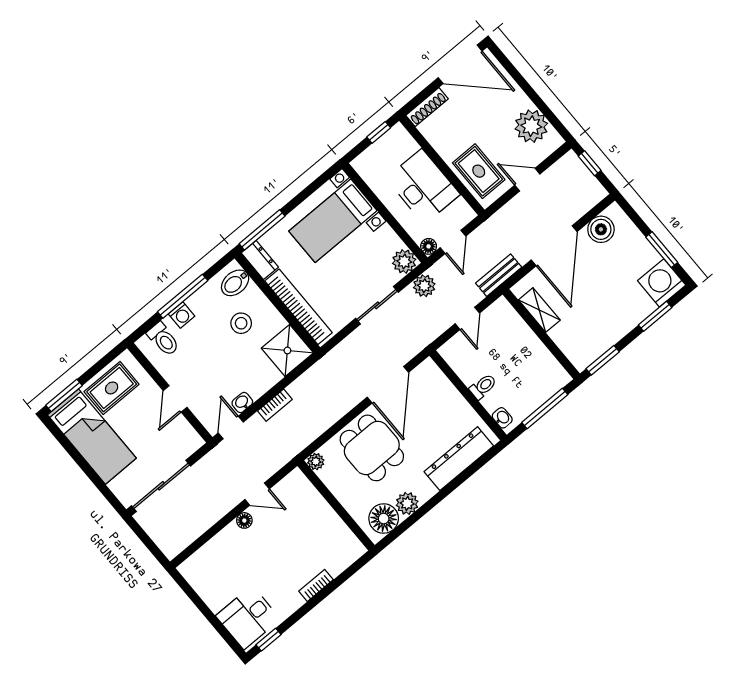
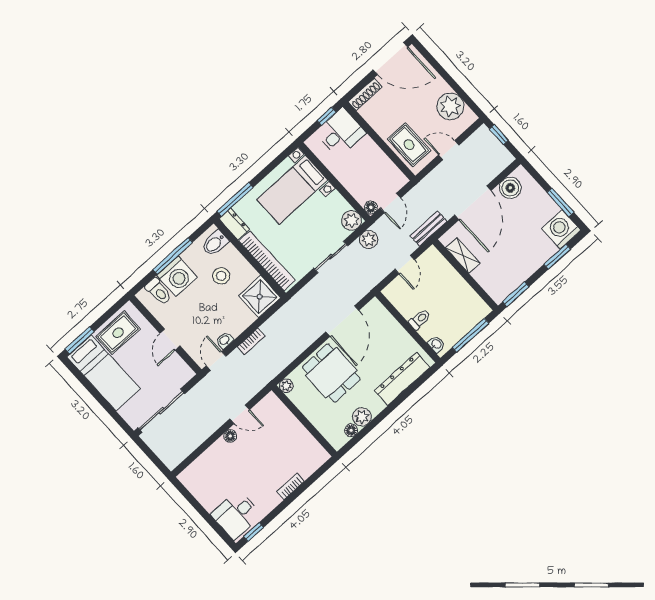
desk: (423, 186) -> (340, 133), moved, width x0.73
washing machine: (182, 315) -> (177, 276), width x1.89, depth x1.89
floor lamp: (384, 519) -> (351, 430), width x0.53, depth x0.53

